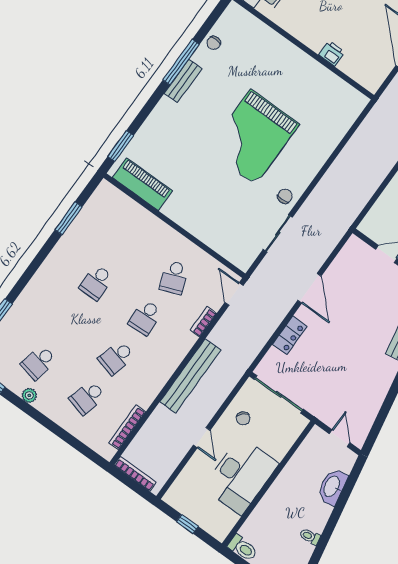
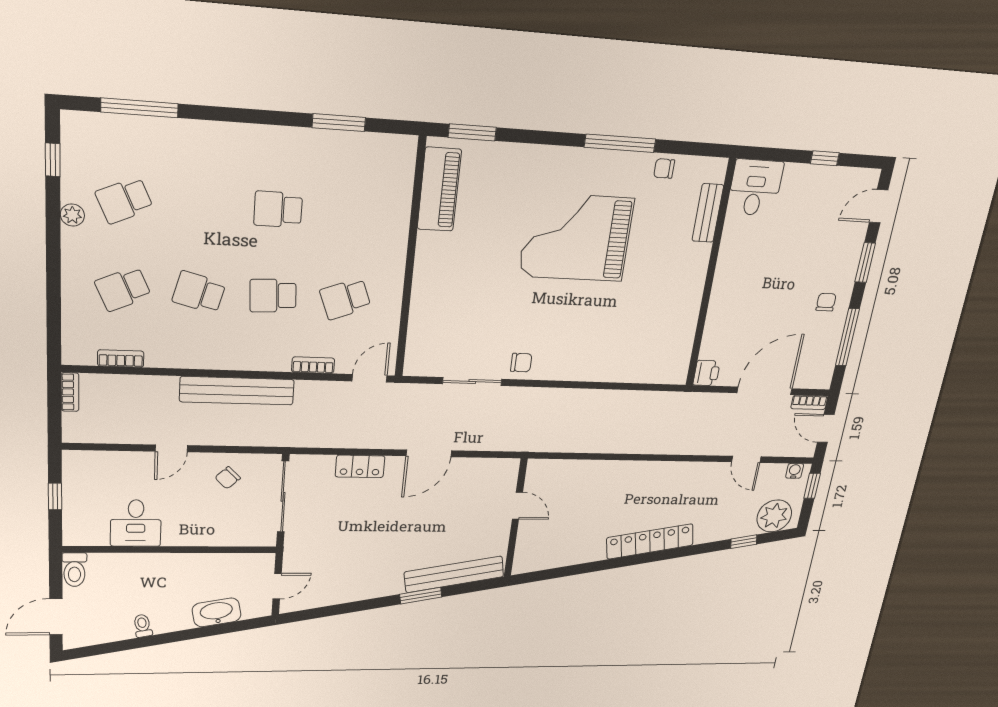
printer: (332, 53) -> (706, 373), moved
bench: (183, 81) -> (708, 213), moved, turned 90
grand piano: (253, 137) -> (576, 237), moved
school desk: (39, 362) -> (124, 200), turned -36
school desk: (87, 398) -> (123, 289), turned -39
bookcase: (127, 427) -> (121, 359), width x0.64
bookcase: (135, 474) -> (70, 392), width x0.64
desk: (241, 476) -> (136, 523), width x0.53, depth x0.77

